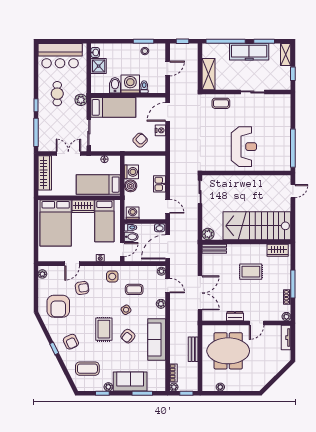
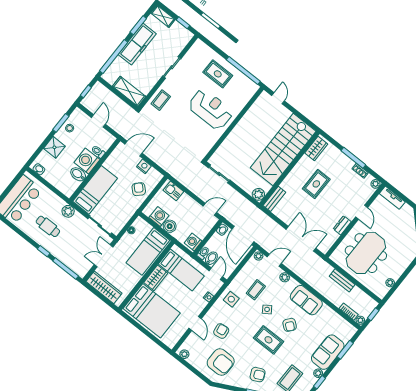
shower: (99, 66) -> (54, 147), moved
door: (168, 112) -> (133, 149), swing flipped
rug: (275, 131) -> (218, 74), added
kitchen sink: (160, 184) -> (173, 191), moved
sofa: (157, 339) -> (306, 300), width x0.73

